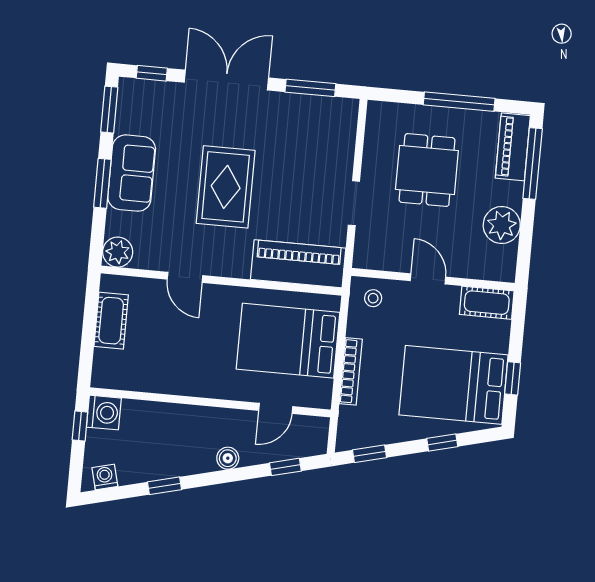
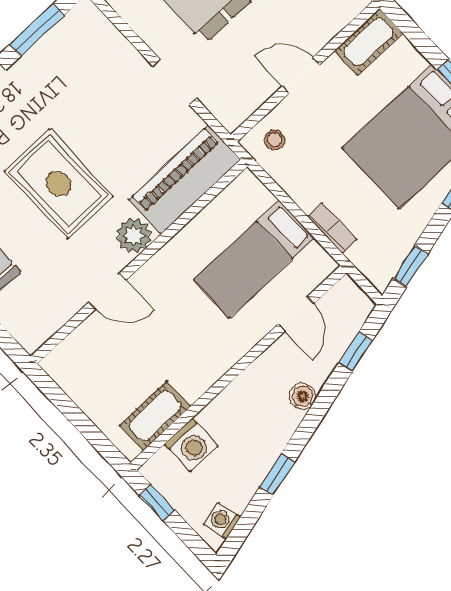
plant: (118, 252) -> (134, 236), moved
cot: (111, 321) -> (155, 416), moved, turned 90
bed: (288, 341) -> (254, 259), width x0.67
bookcase: (351, 371) -> (332, 228), width x0.64
washing machine: (104, 413) -> (191, 445), moved, turned 90

